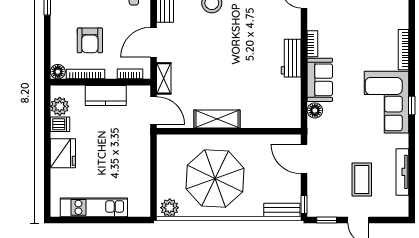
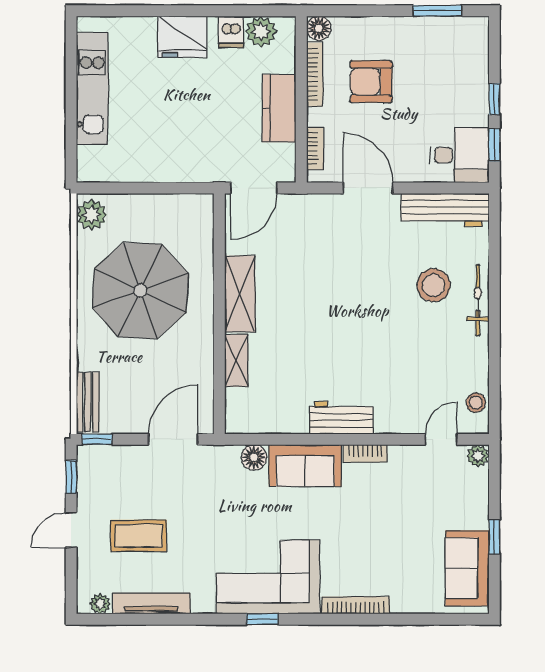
shelving: (164, 78) -> (236, 361), moved, turned 90
plant: (403, 203) -> (100, 604), added

